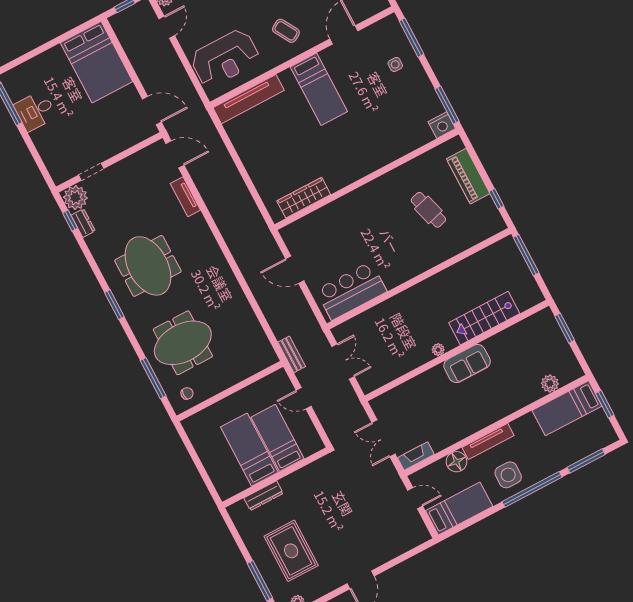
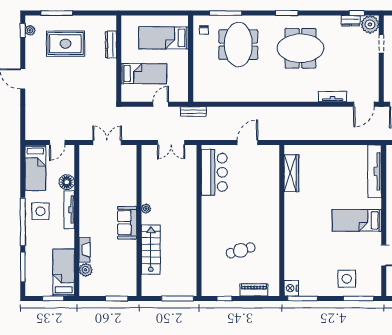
side table: (395, 64) -> (347, 279), width x1.87, depth x1.87
piano: (468, 176) -> (254, 290), width x0.73, depth x0.75
bed: (249, 450) -> (163, 38), moved, turned 180
fireplace: (416, 456) -> (84, 250), moved

